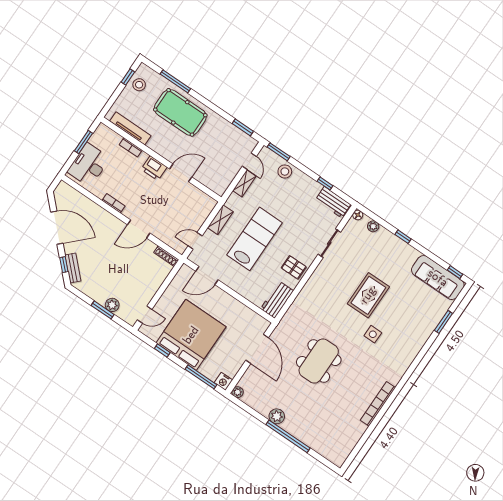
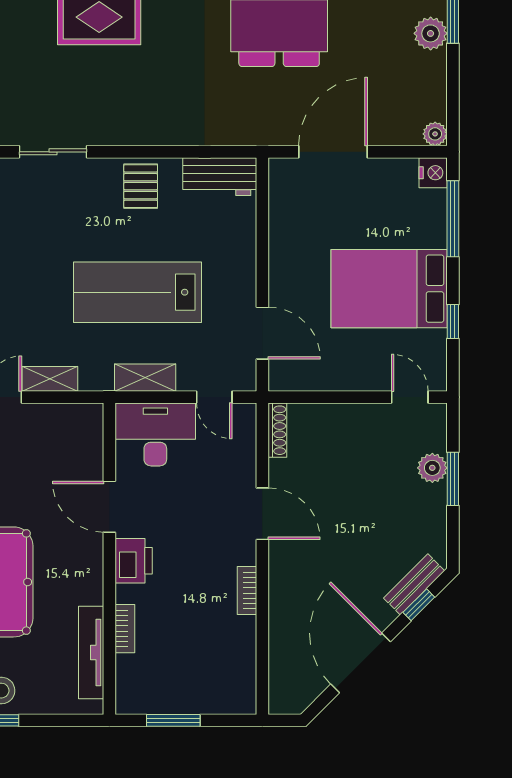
desk: (89, 165) -> (155, 434), moved, turned 180
bed: (191, 335) -> (389, 289), width x0.73

